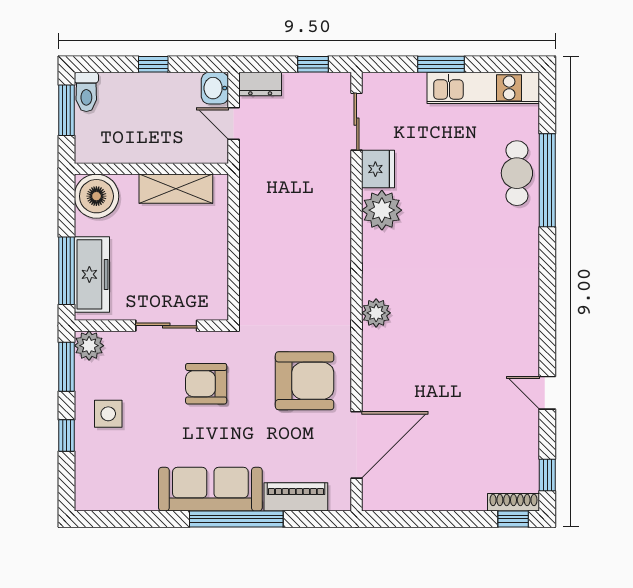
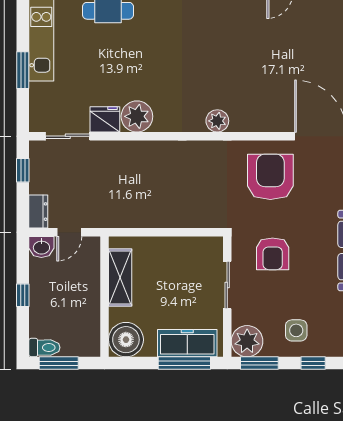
plant: (89, 346) -> (247, 341), width x1.36, depth x1.36

